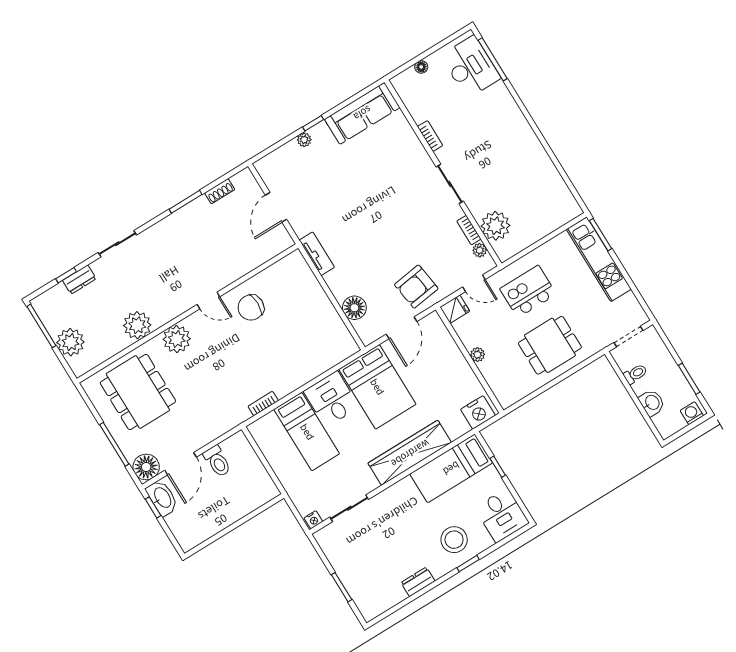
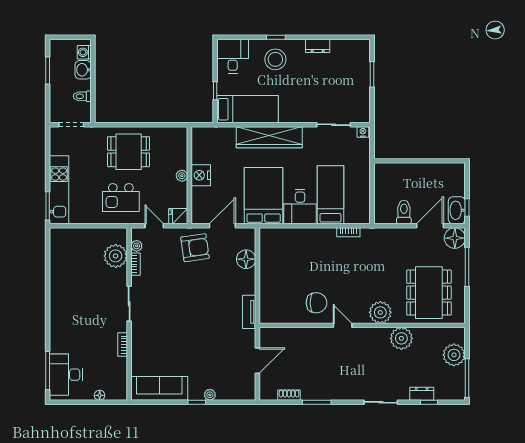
nightstand: (478, 412) -> (201, 175), moved, turned -90
washing machine: (692, 413) -> (84, 52), moved, turned 90

